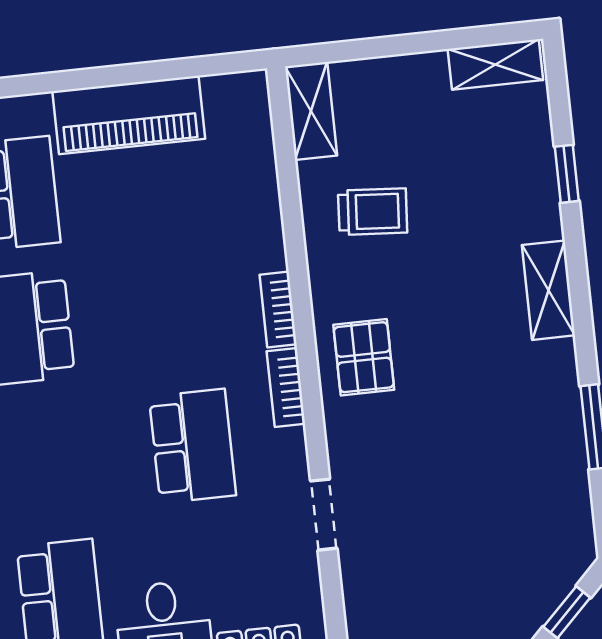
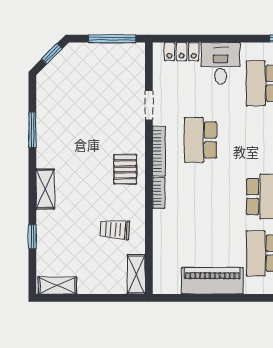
bookcase: (286, 388) -> (159, 151), width x1.56

